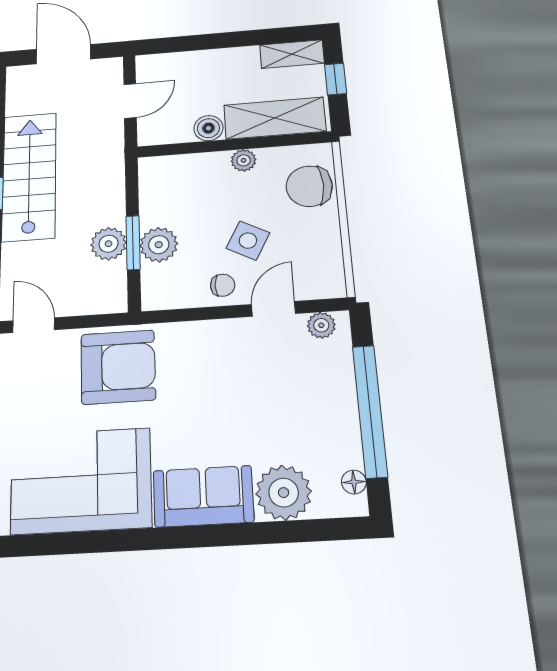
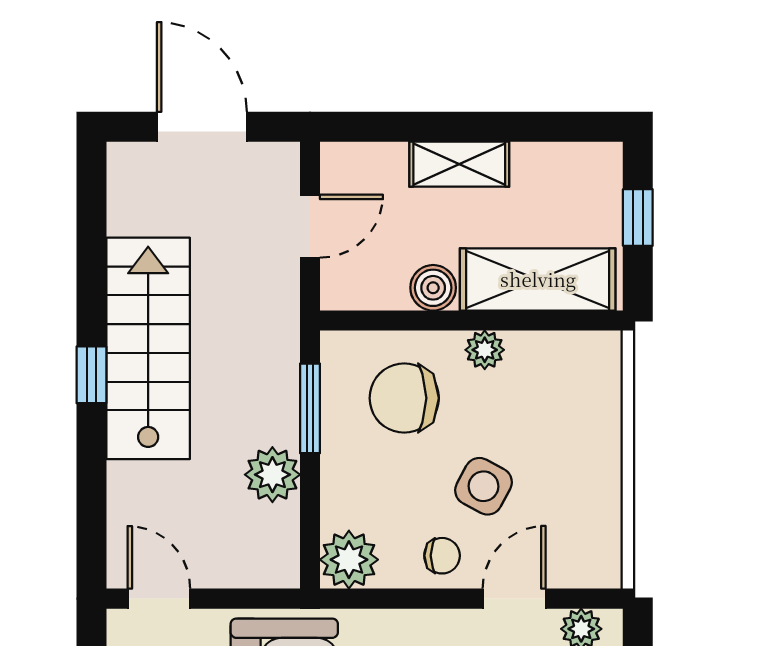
shelving: (292, 54) -> (459, 164), moved
chair: (309, 186) -> (404, 398), moved
window: (133, 243) -> (310, 408), moved
plant: (159, 245) -> (349, 560), moved

